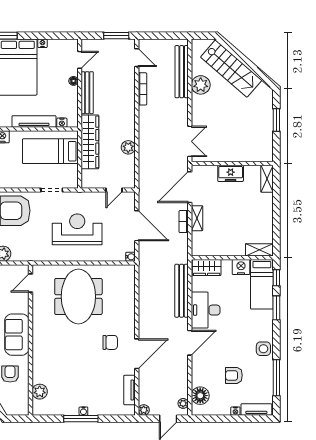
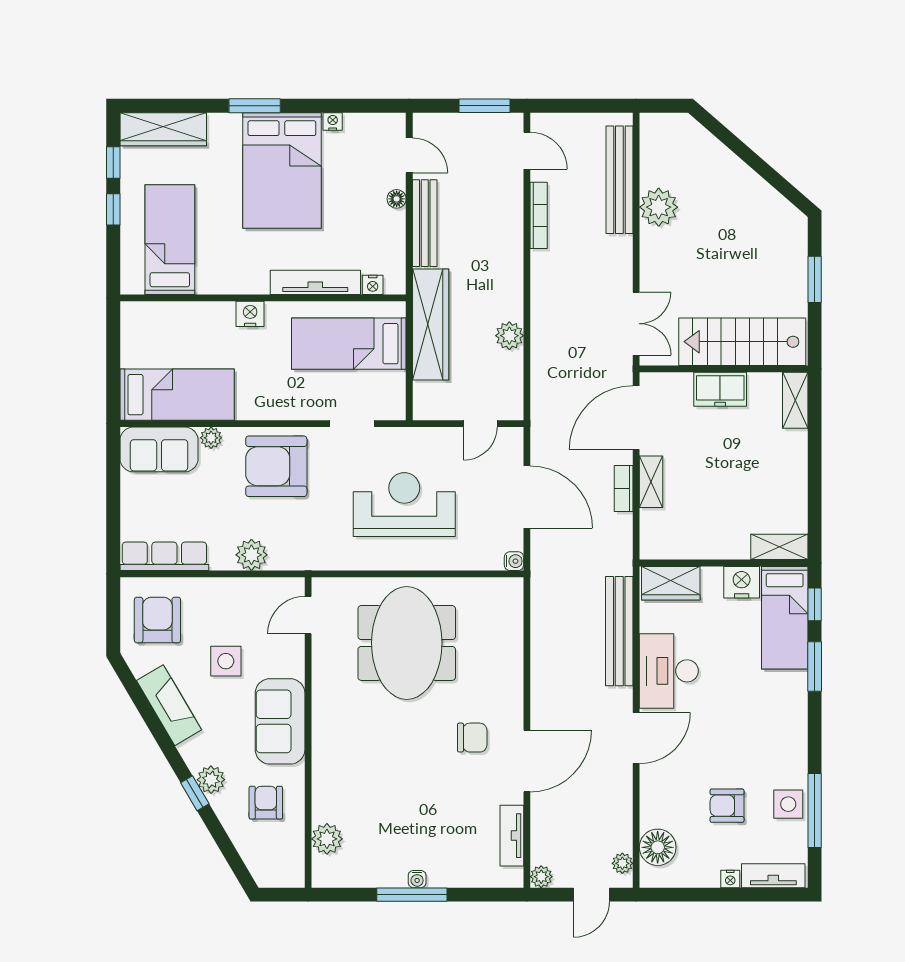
door: (80, 60) -> (409, 155), hinge flipped
stairs: (231, 69) -> (742, 342), moved, turned 139
side table: (263, 349) -> (788, 804), moved

